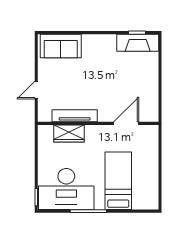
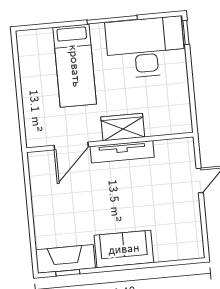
sofa: (61, 46) -> (124, 249), moved
tv unit: (75, 116) -> (122, 152), moved
wardrobe: (69, 134) -> (123, 127), moved

